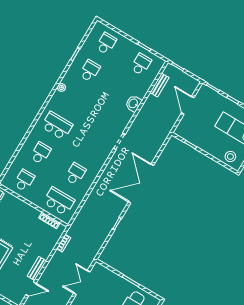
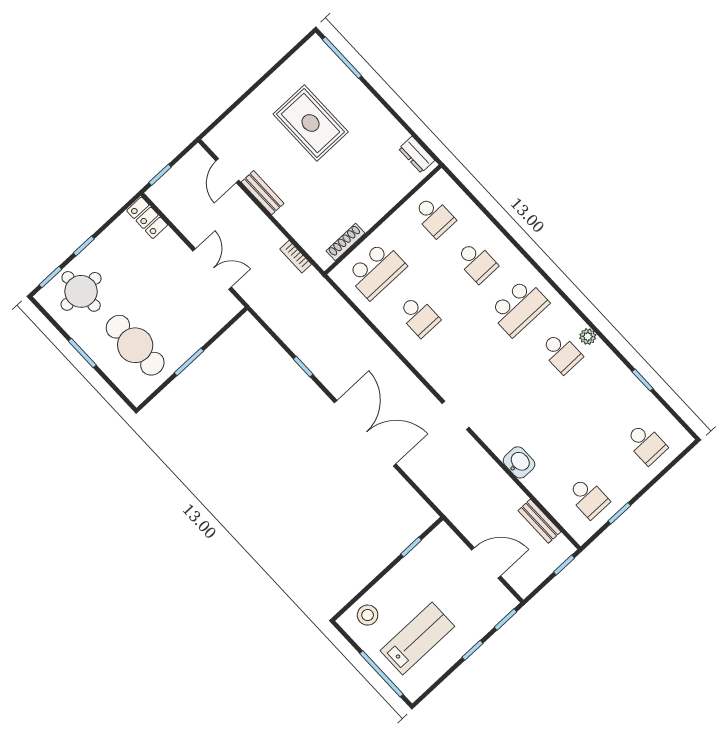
school desk: (90, 71) -> (561, 353), moved

